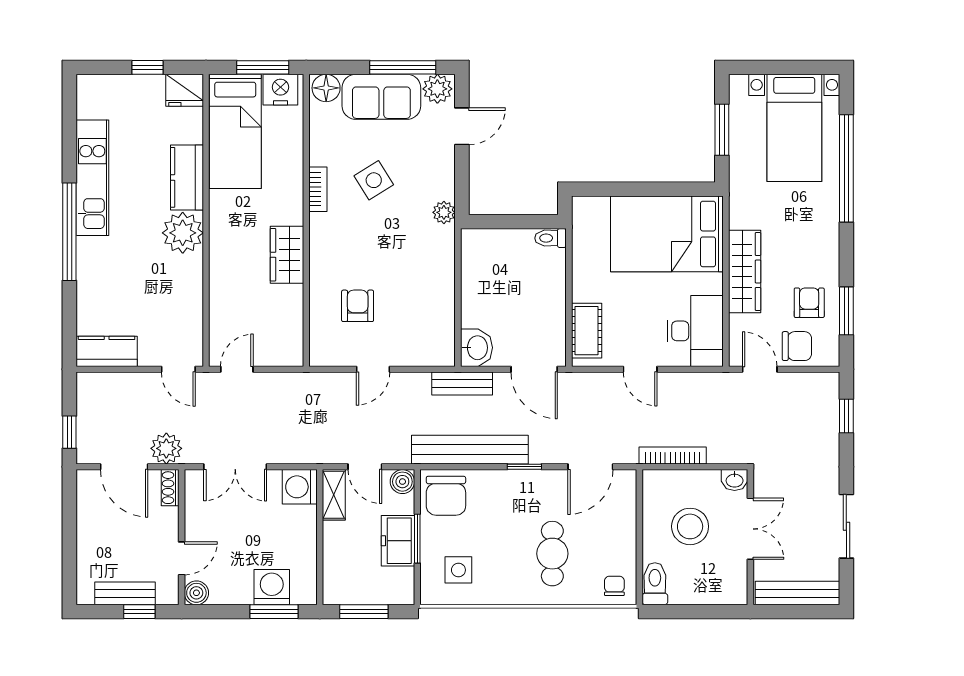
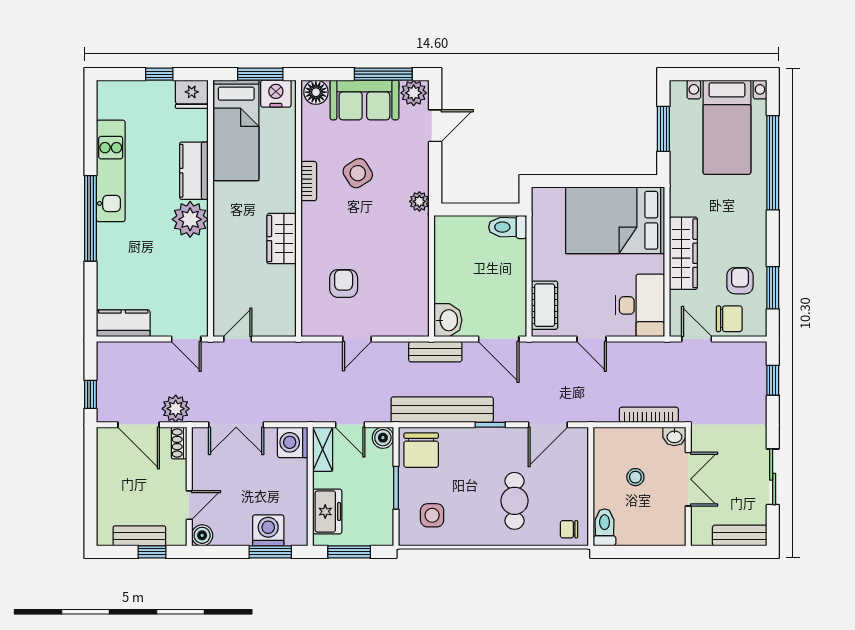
toilet: (551, 238) -> (508, 227), width x1.37, depth x1.39
bookcase: (673, 455) -> (649, 415), moved
stool: (690, 526) -> (635, 477), width x0.53, depth x0.53
freezer: (398, 541) -> (327, 512), moved, turned 180
chair: (614, 586) -> (569, 529), turned -90
bench: (798, 593) -> (740, 536), width x0.73

